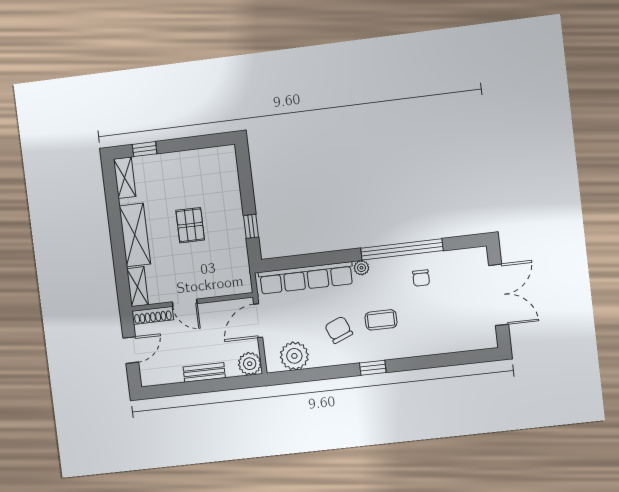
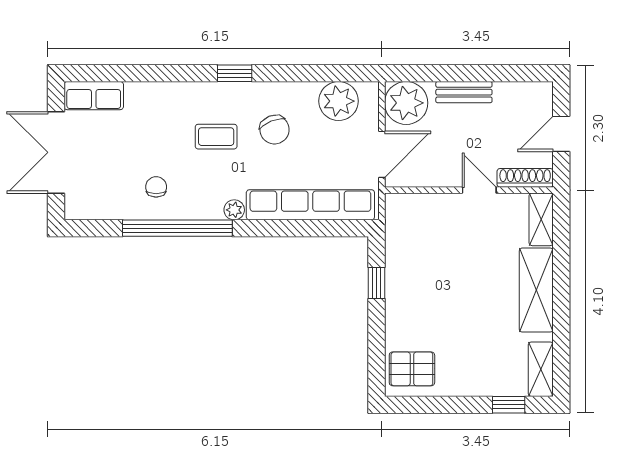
pallet: (190, 225) -> (412, 369), moved, turned 90
row of seats: (475, 340) -> (94, 96), added
plant: (250, 364) -> (406, 103), width x1.36, depth x1.36

